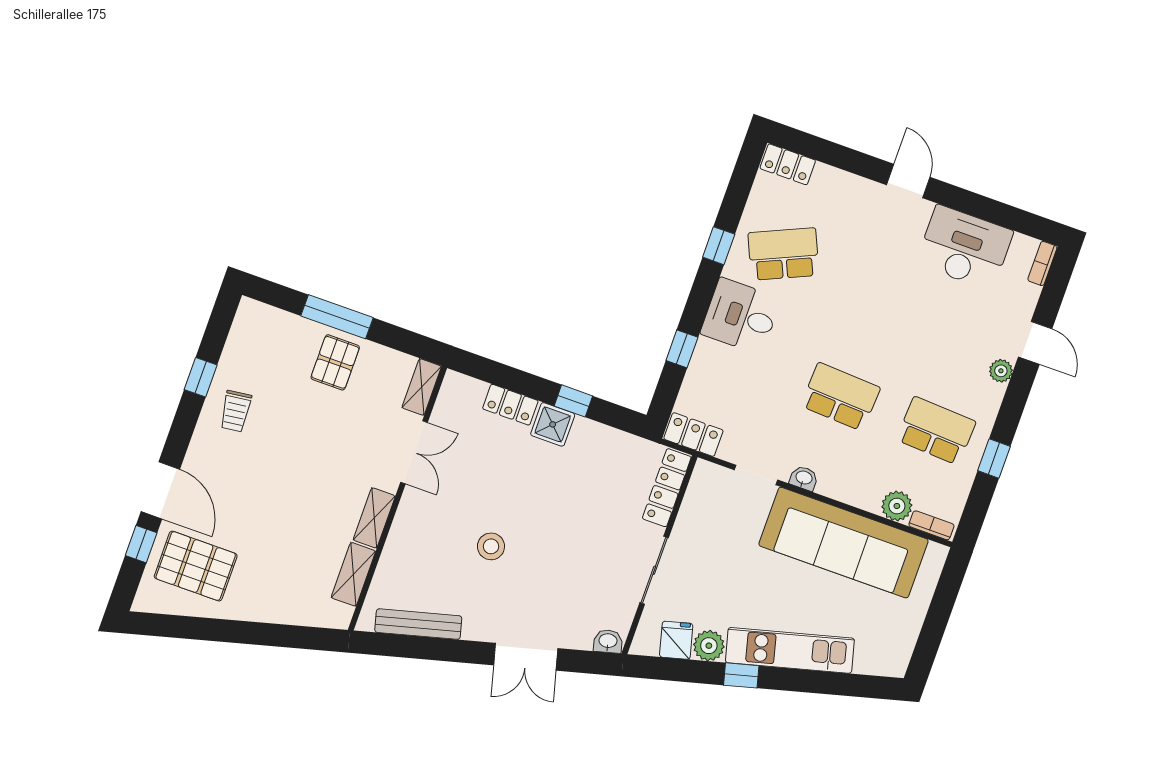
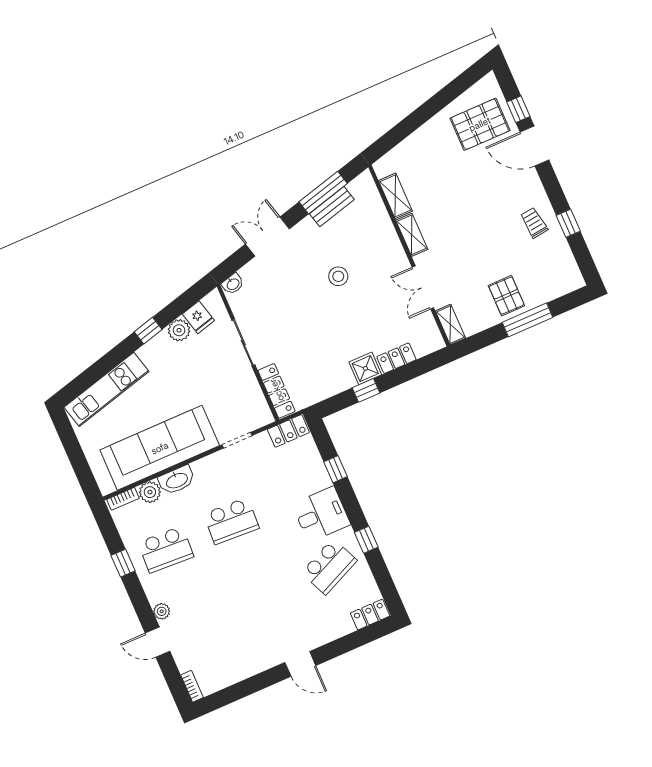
desk: (965, 248) -> (239, 657), removed
washbasin: (804, 478) -> (177, 480), moved, width x1.91, depth x1.45
bench: (418, 624) -> (332, 207), width x0.73
window: (425, 648) -> (323, 193), added
kitchen unit: (790, 650) -> (107, 389), moved

